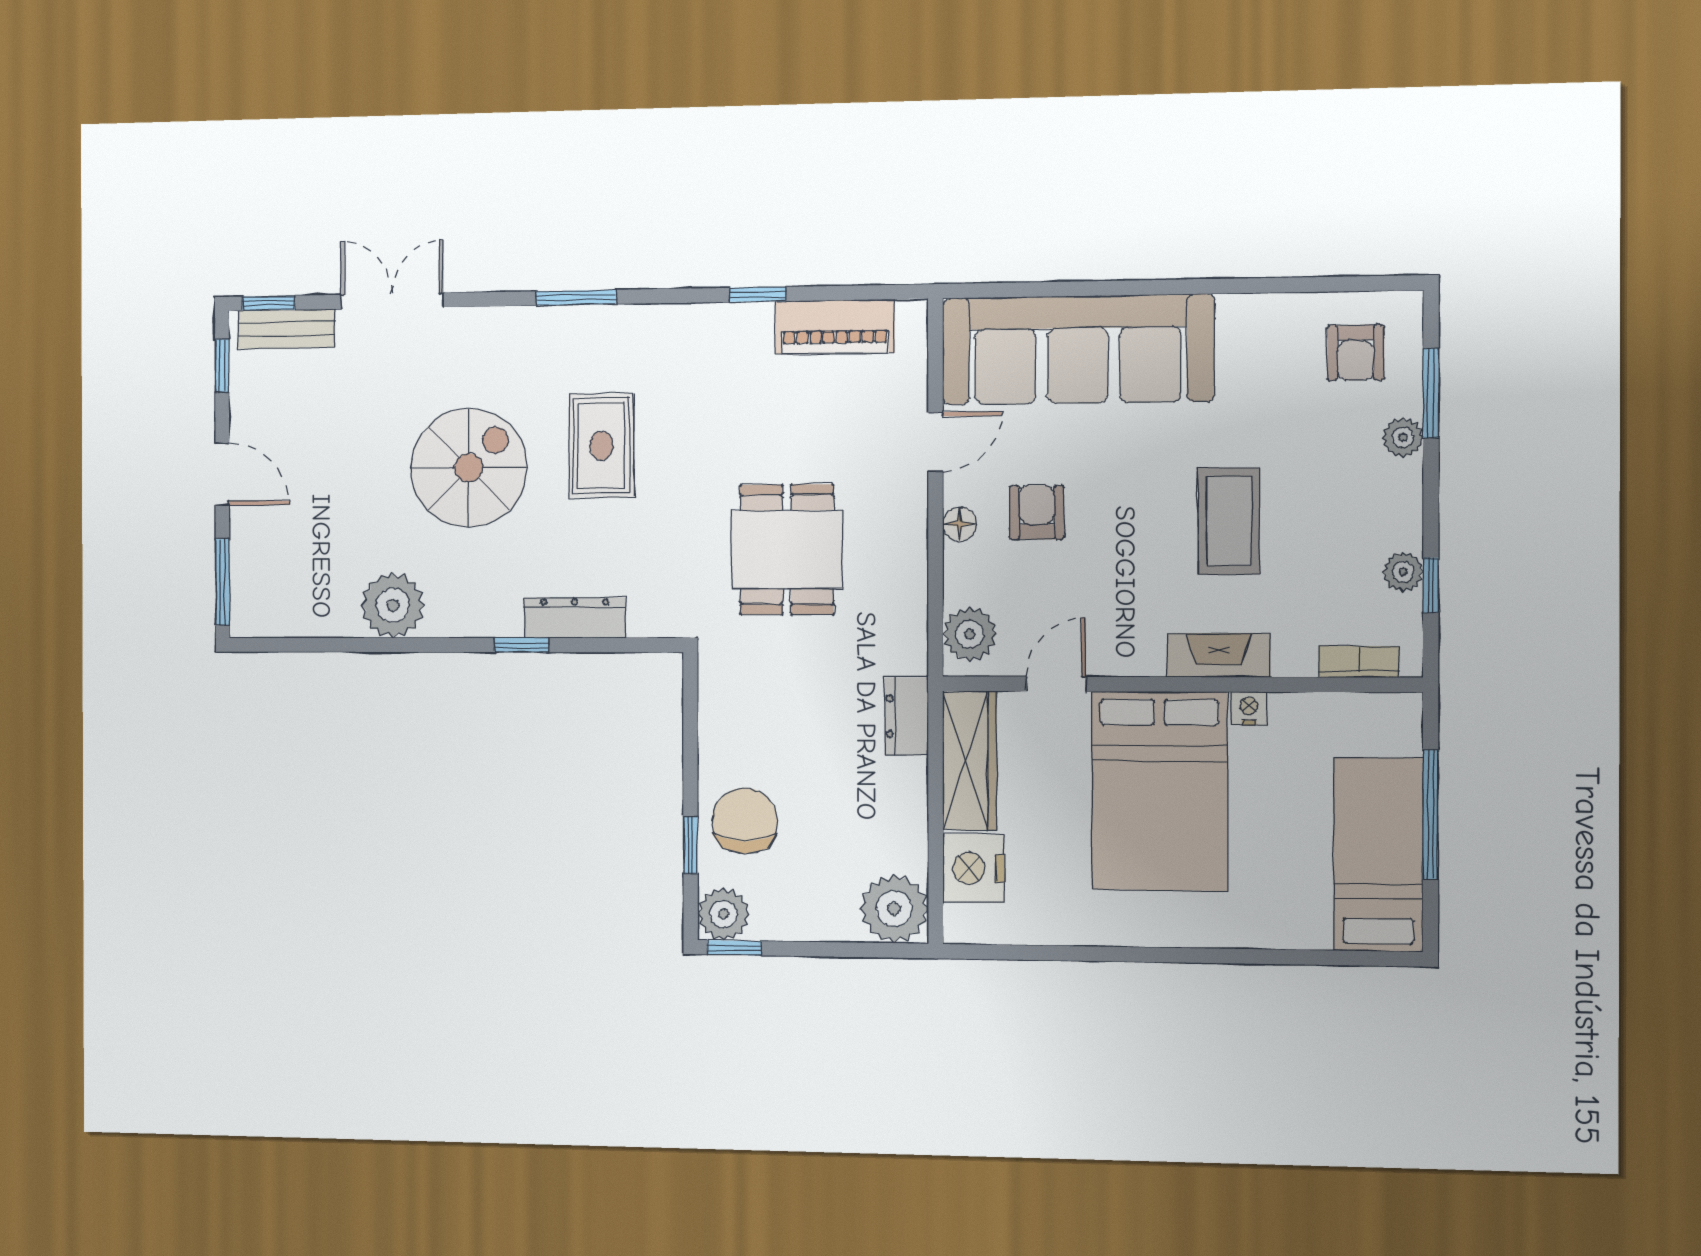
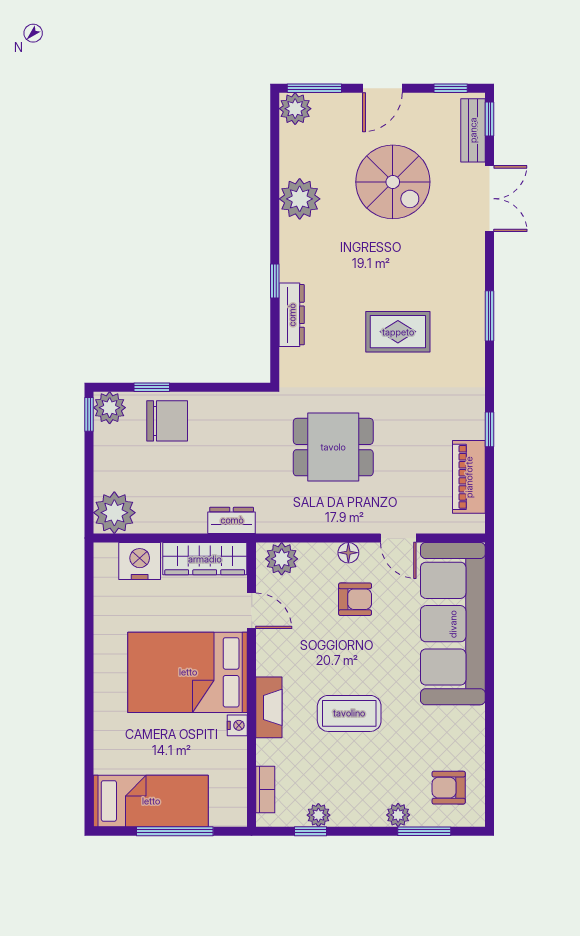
spiral stairs: (469, 468) -> (393, 182), moved
plant: (254, 612) -> (295, 109), added

